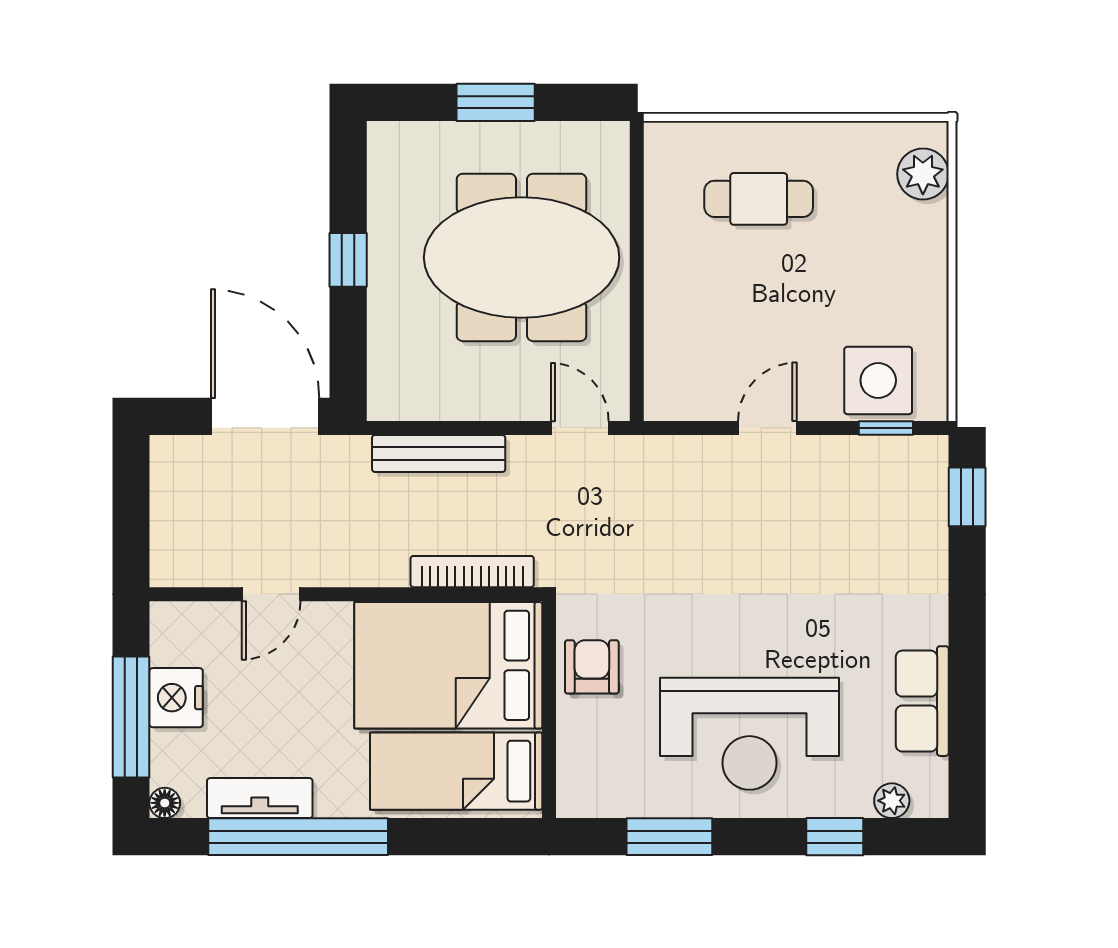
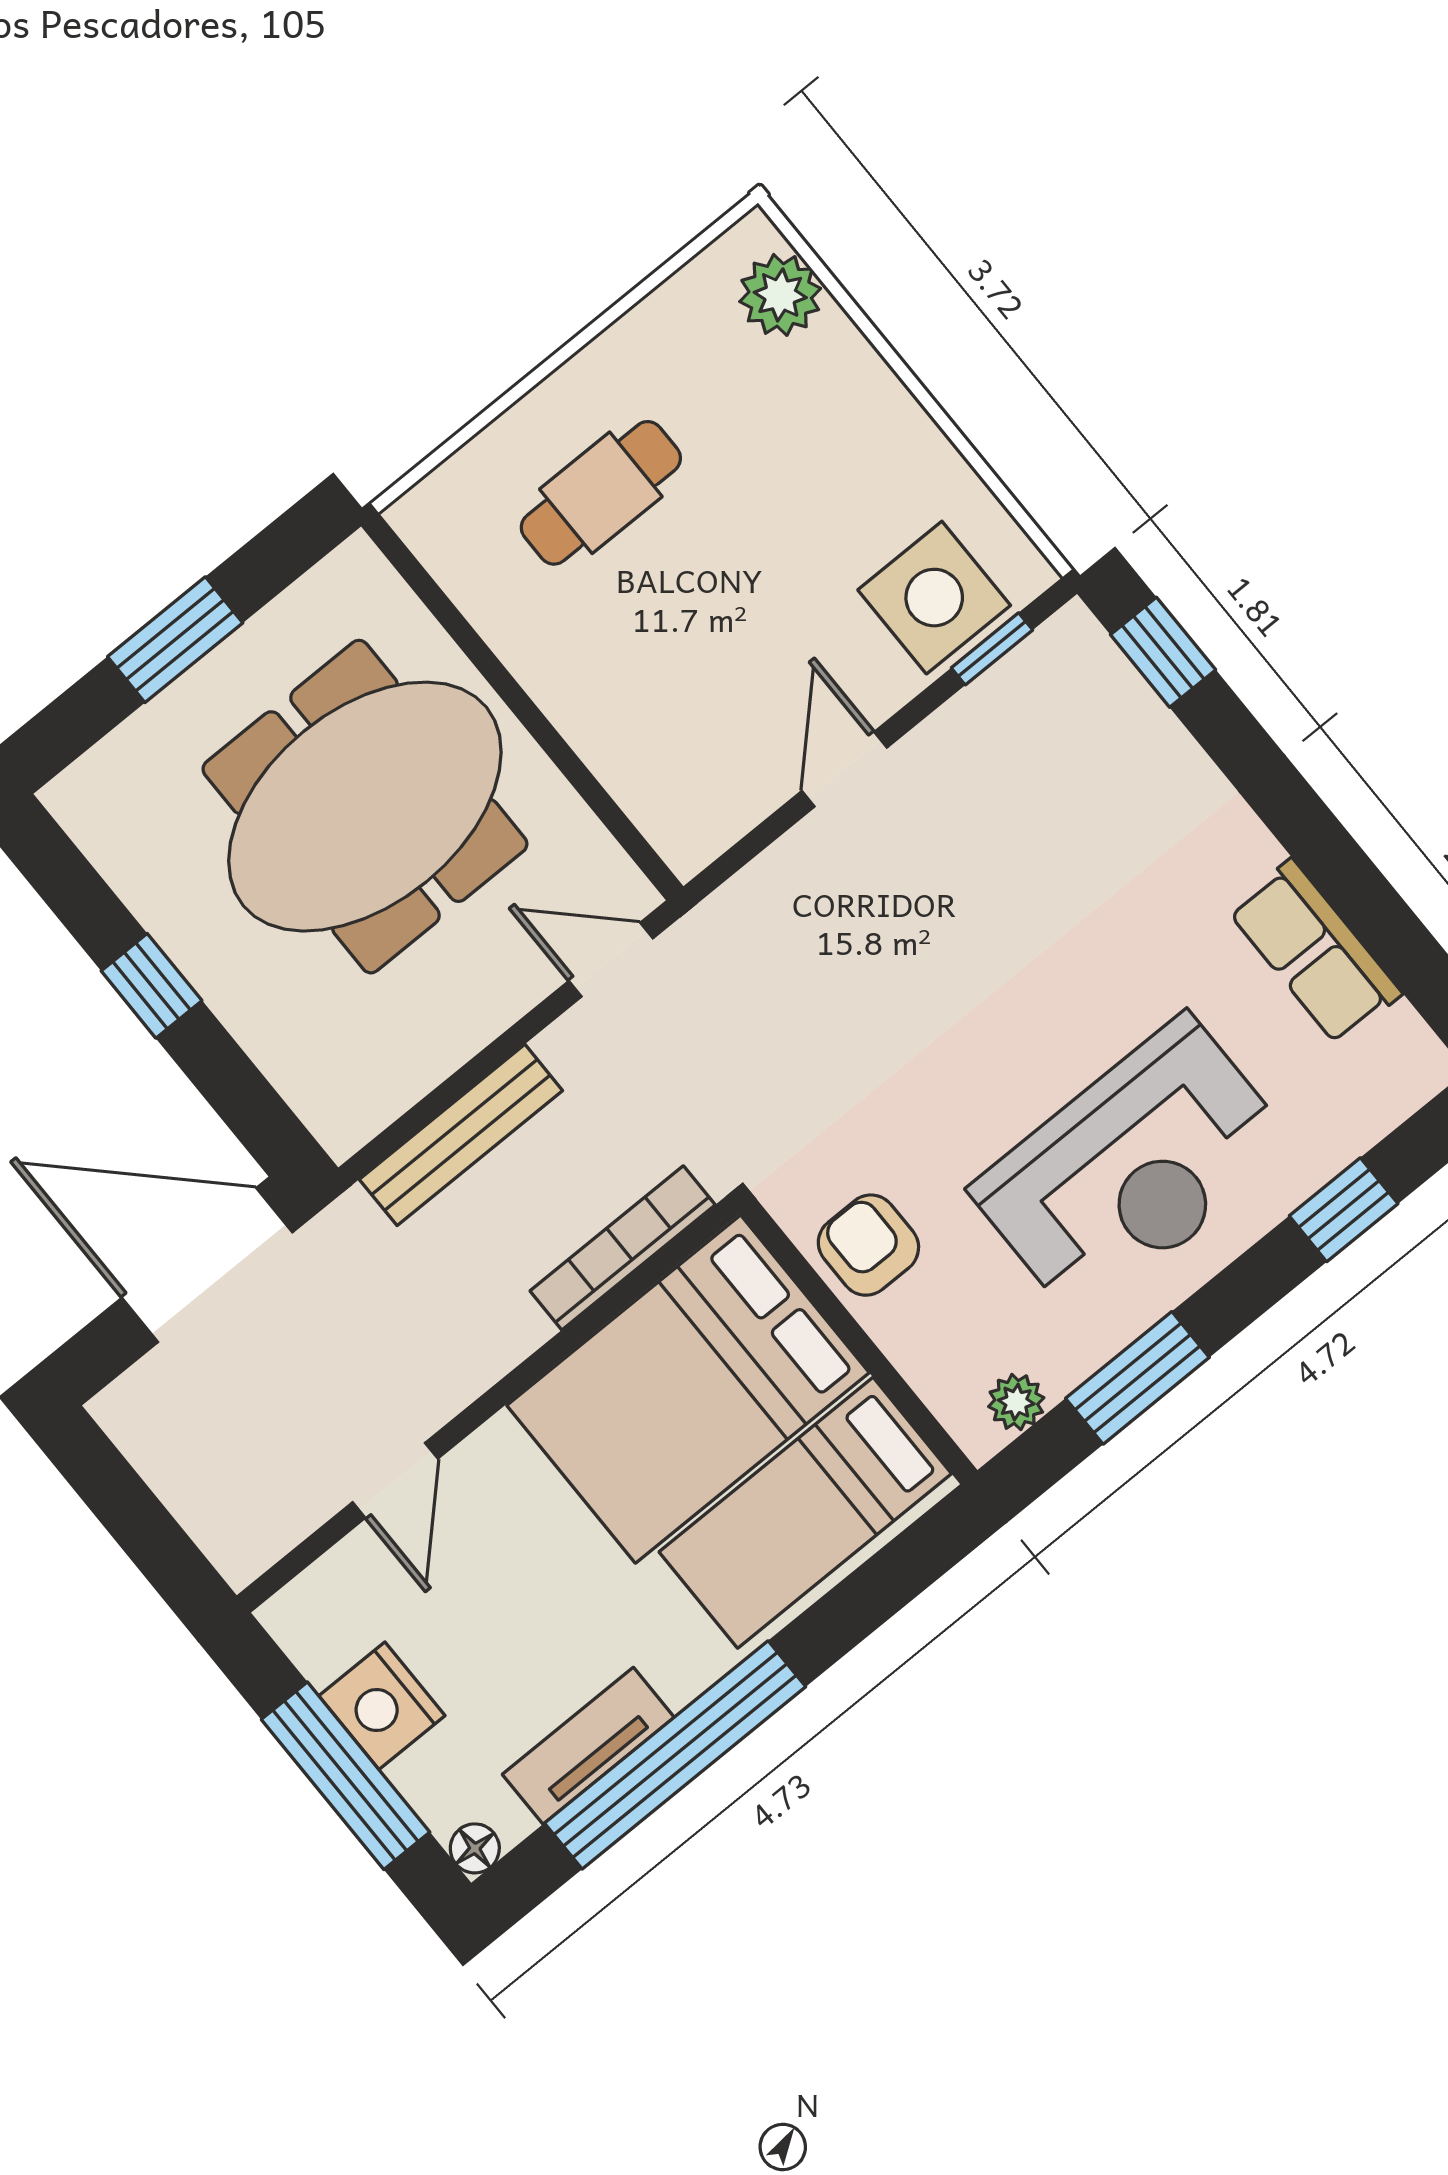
plant: (892, 801) -> (1016, 1402), moved

